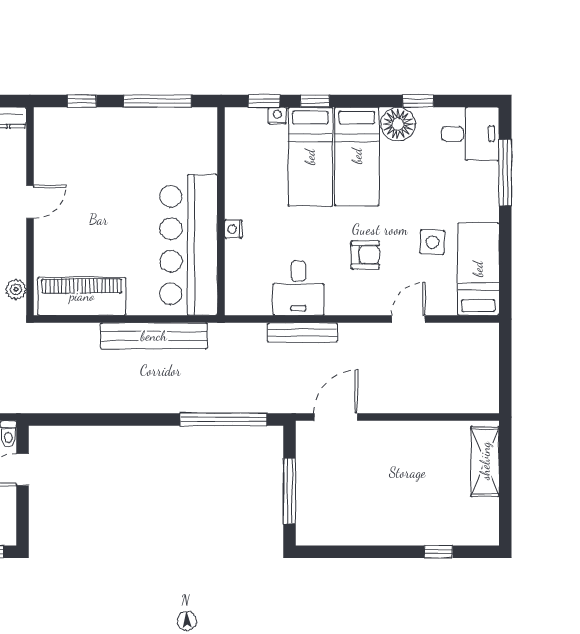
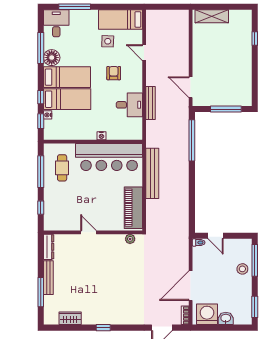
window: (418, 101) -> (41, 48), width x2.17
cafe table: (166, 146) -> (62, 168), added

